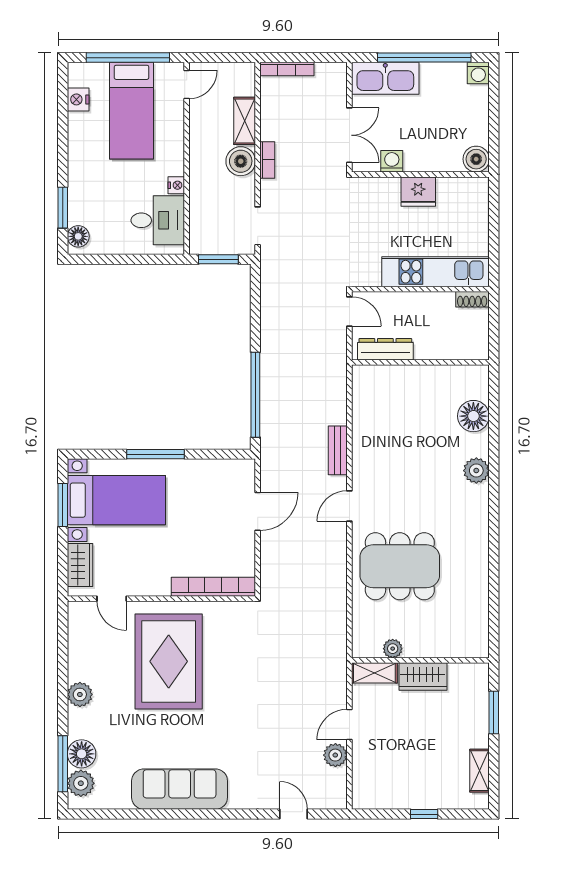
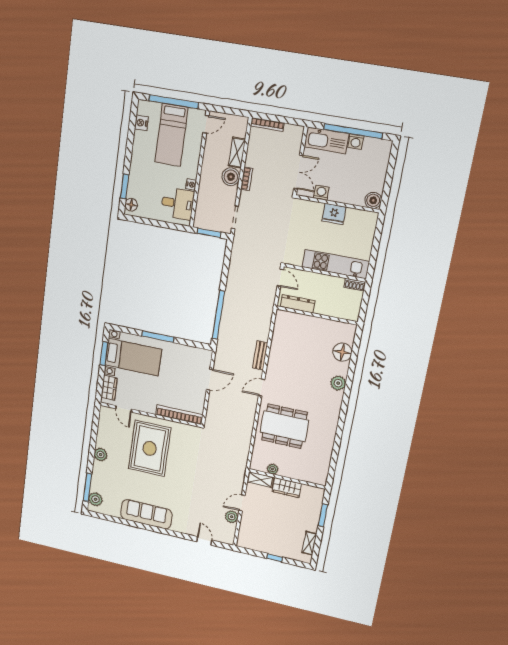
washing machine: (478, 73) -> (356, 142), moved
floor lamp: (82, 754) -> (98, 485), removed

